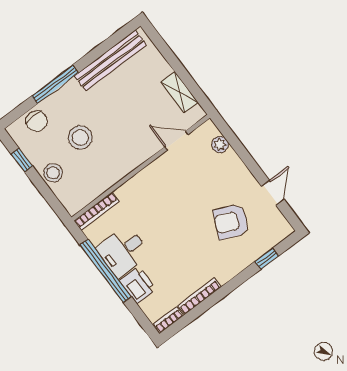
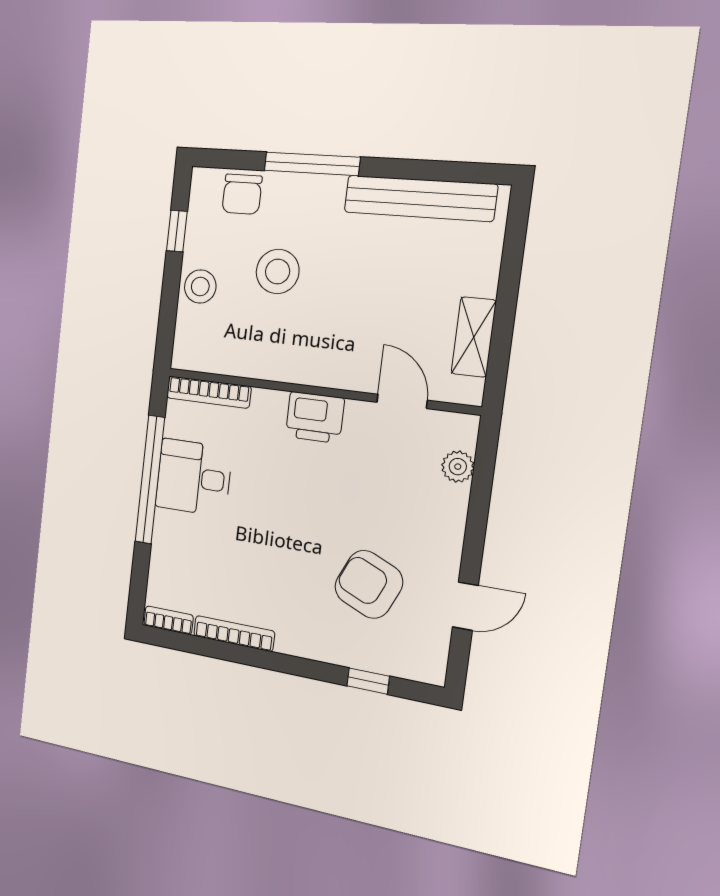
printer: (138, 285) -> (315, 417), moved, turned 90

